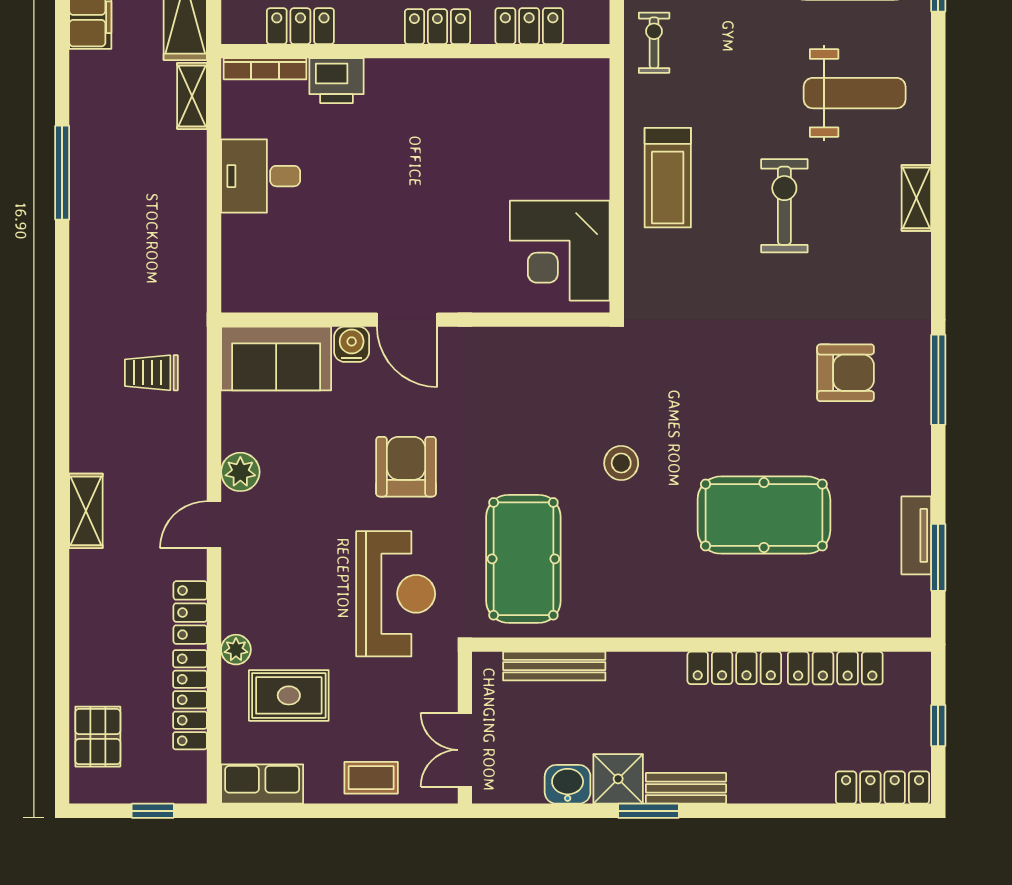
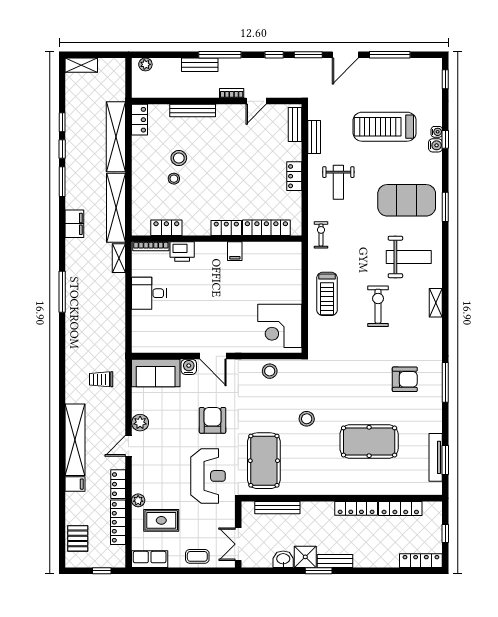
locker: (529, 26) -> (266, 228), width x1.53
filing cabinet: (457, 80) -> (235, 251), added
stool: (537, 354) -> (270, 371), added
shelving: (86, 511) -> (75, 440), width x2.20, depth x1.33
tv unit: (916, 535) -> (436, 457), width x1.41
filing cabinet: (92, 612) -> (75, 484), added

